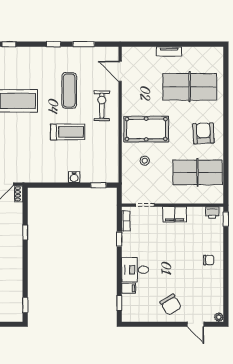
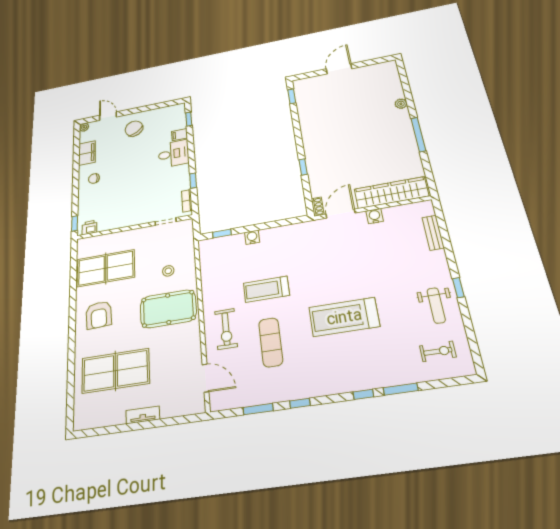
filing cabinet: (175, 214) -> (87, 153), moved, turned 90

